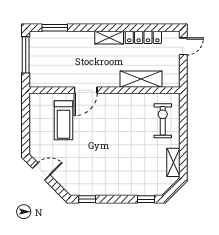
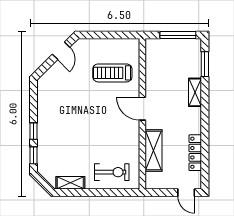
shelving: (109, 38) -> (195, 92), moved
door: (86, 90) -> (142, 109), moved
window: (87, 199) -> (33, 131), moved

